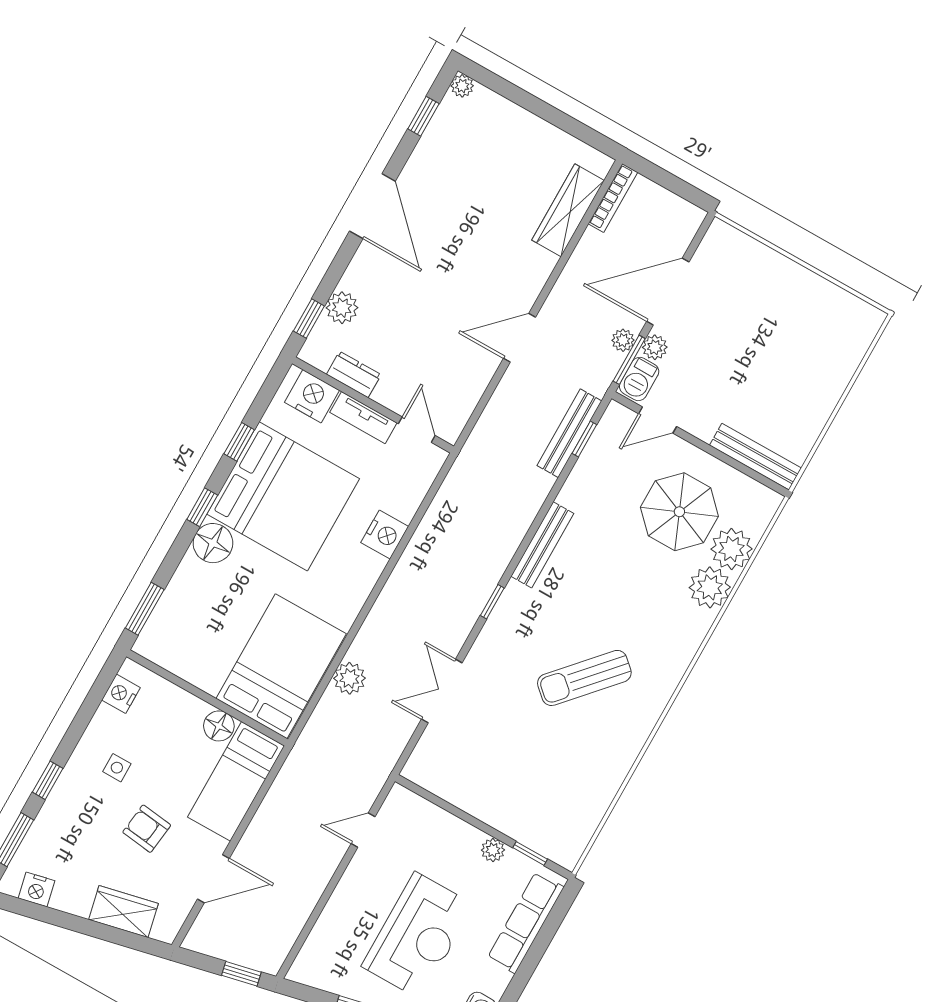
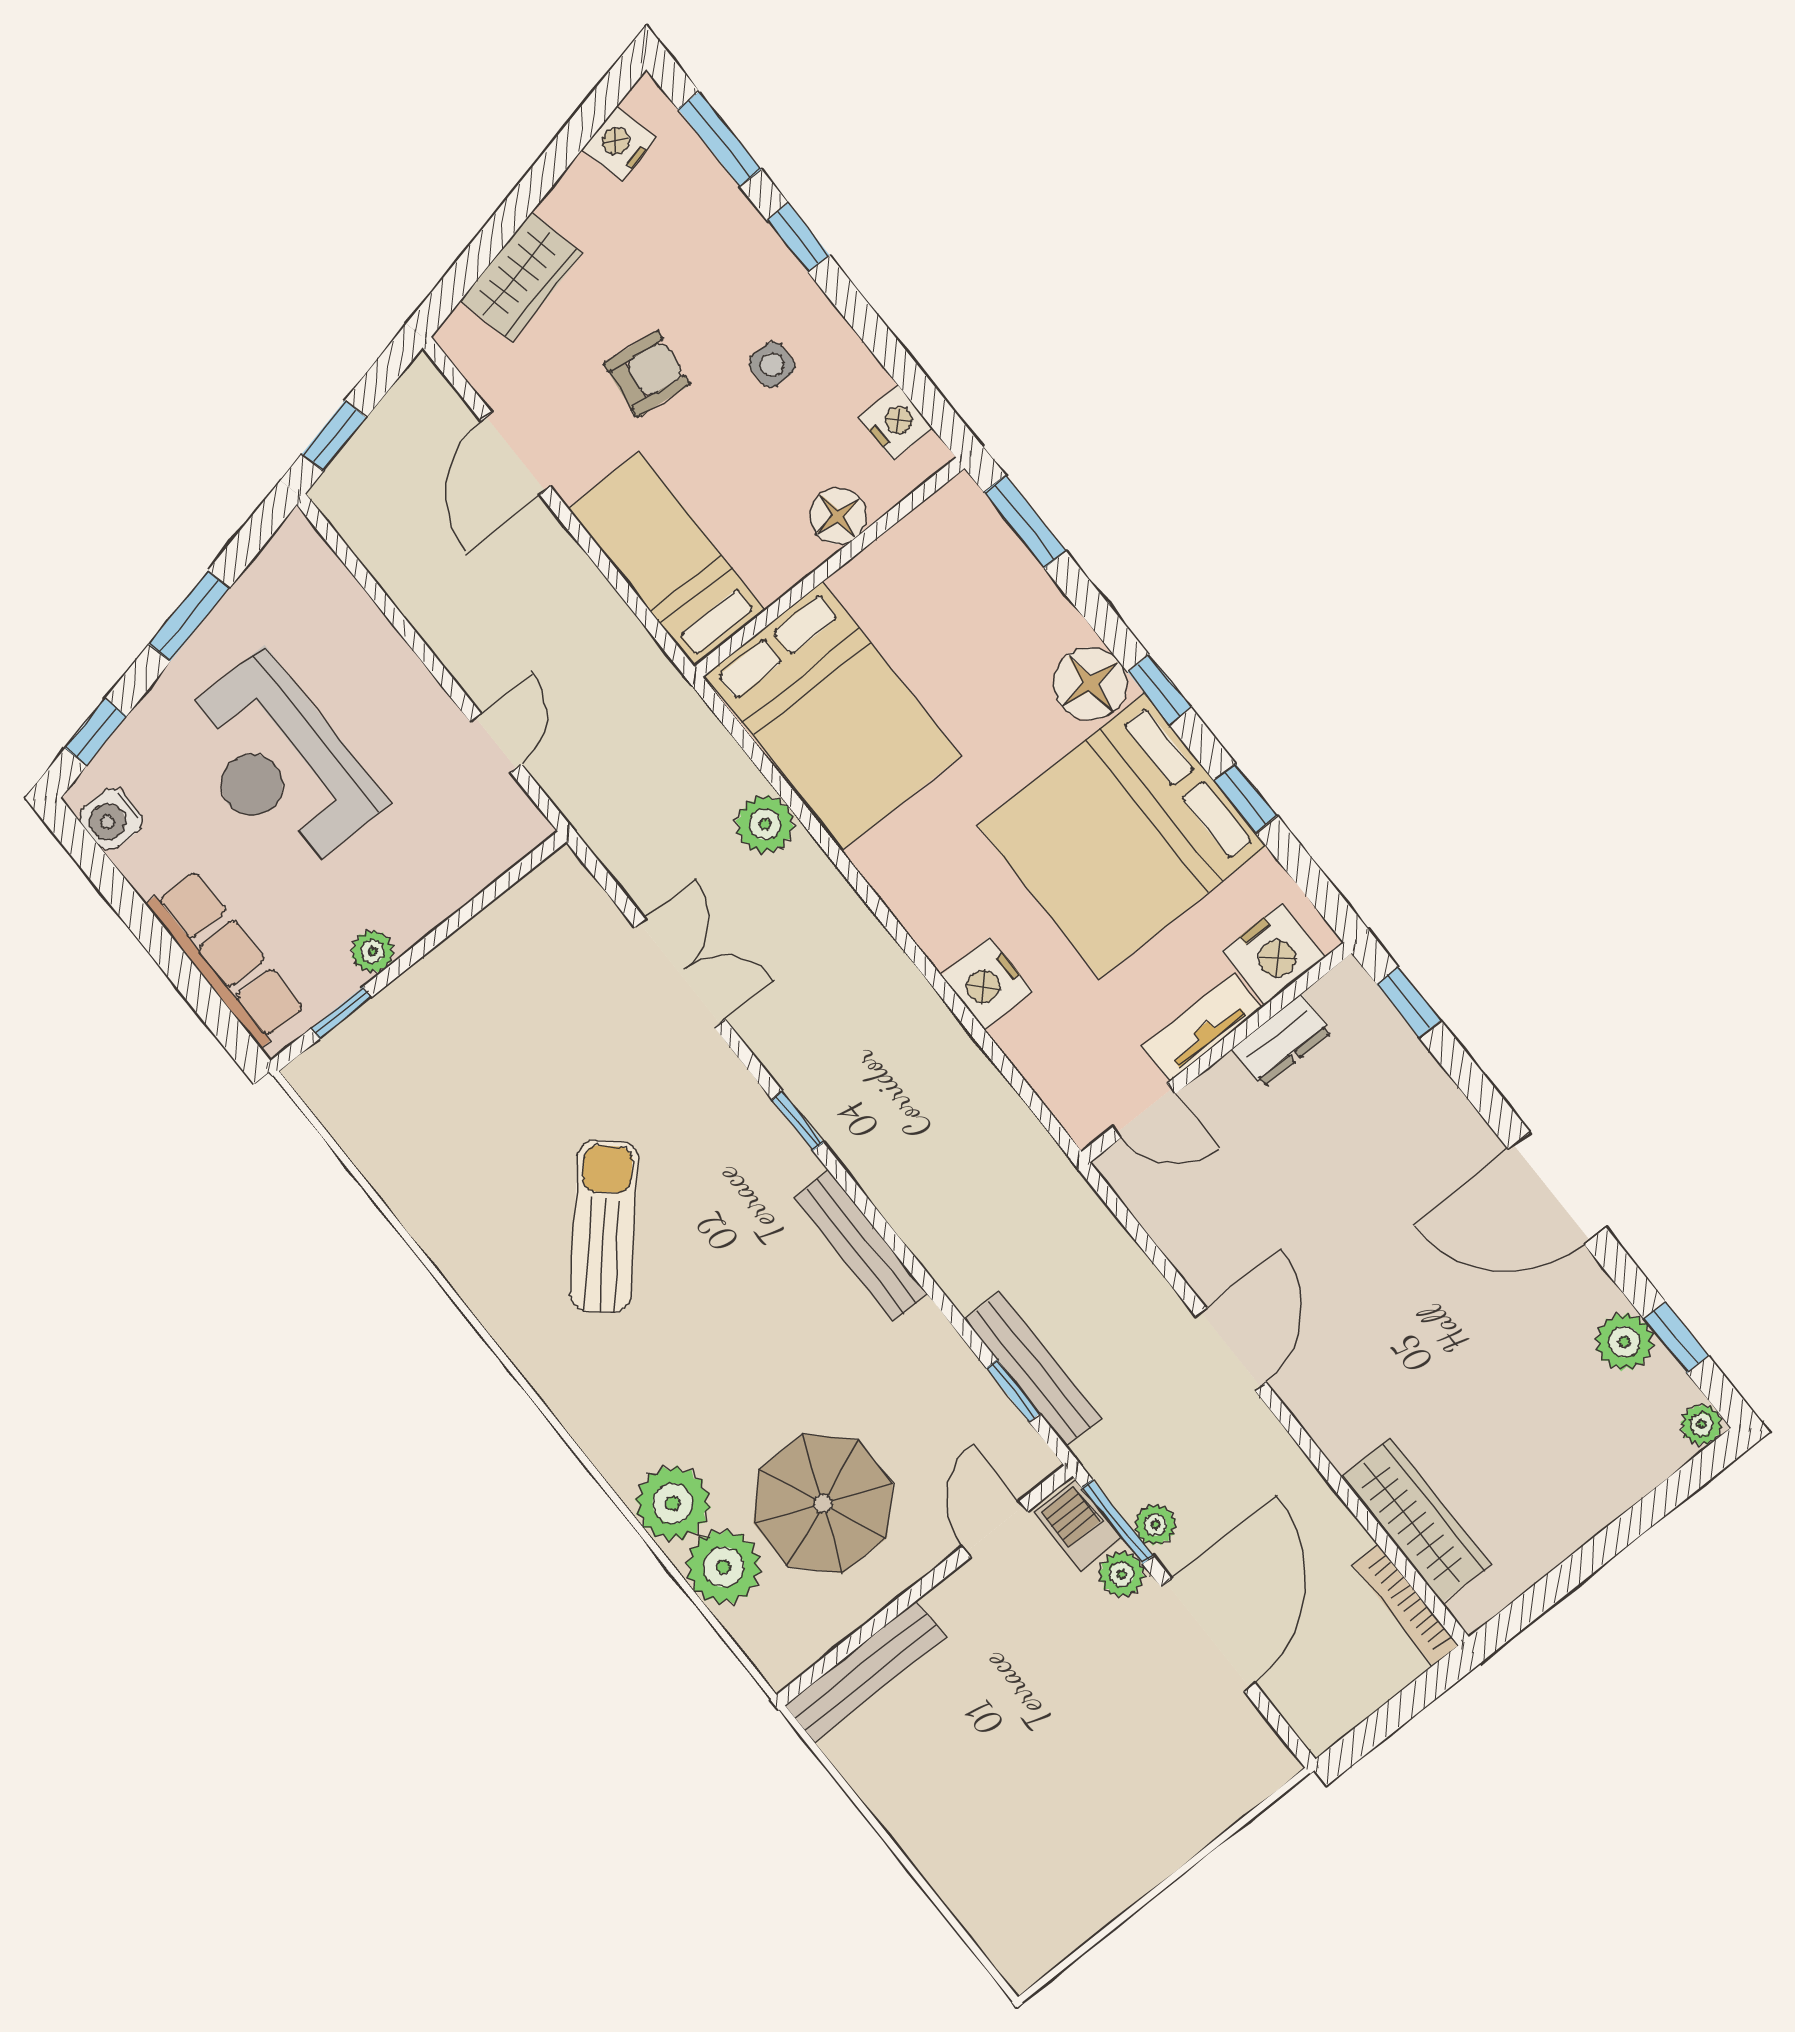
plant: (342, 308) -> (1624, 1342), moved
floor lamp: (219, 726) -> (838, 516), moved

